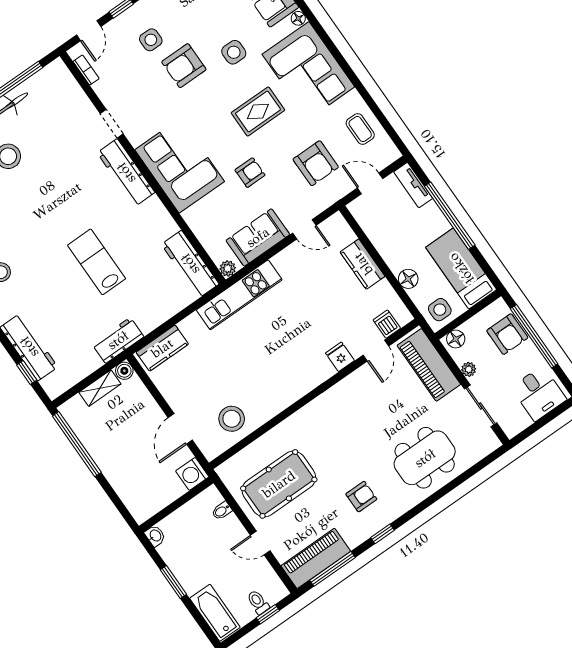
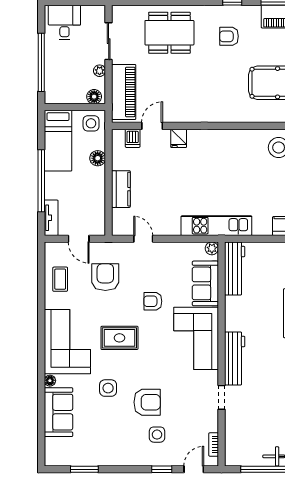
sofa: (258, 237) -> (205, 283), moved, turned 90
armchair: (507, 334) -> (58, 76), removed

